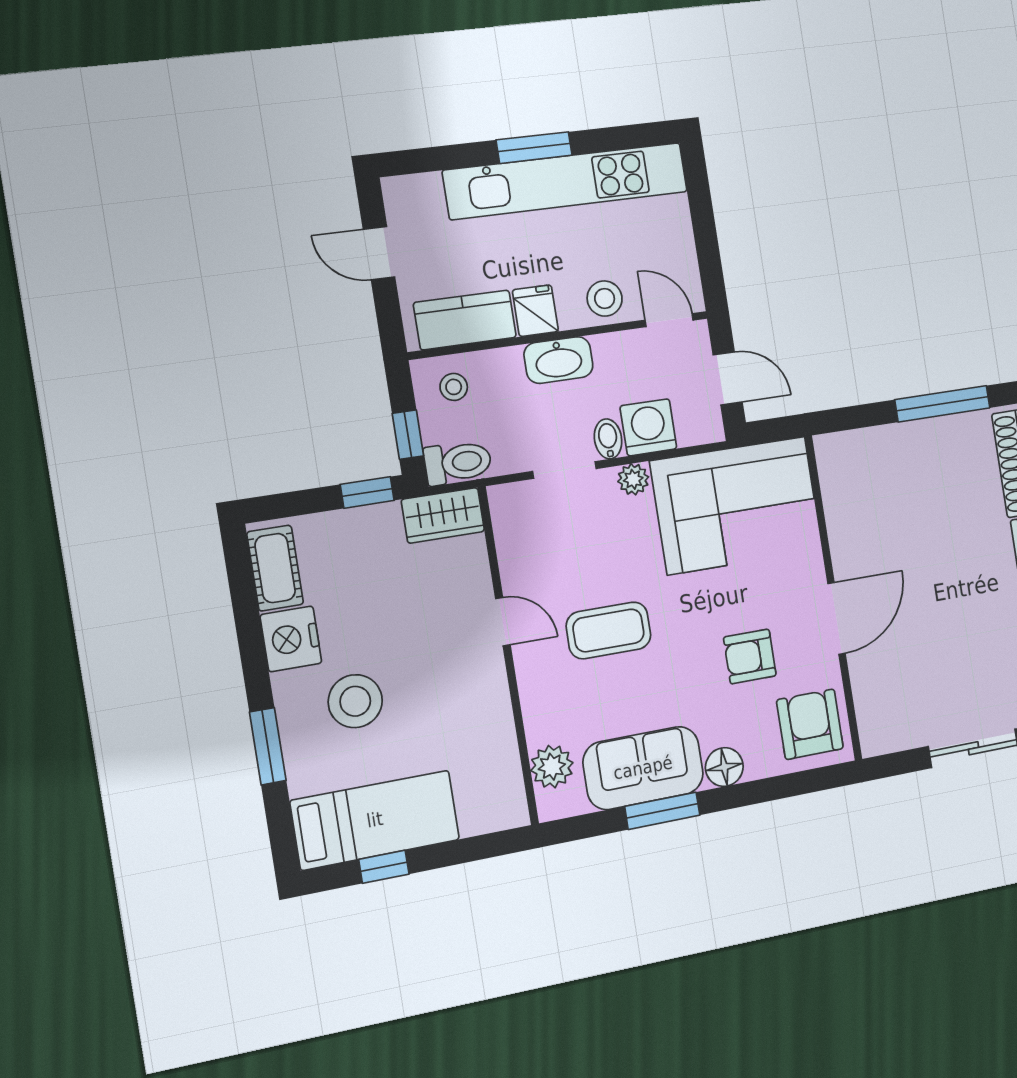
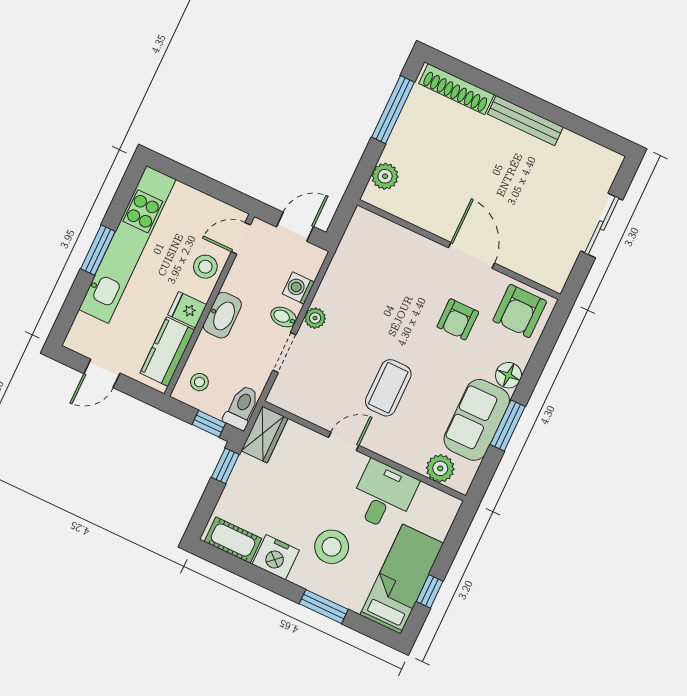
washing machine: (648, 427) -> (298, 288), width x0.73, depth x0.73
plant: (860, 448) -> (385, 176), added
corner sofa: (737, 505) -> (369, 270), removed
desk: (468, 720) -> (383, 496), added
armchair: (810, 724) -> (520, 311), turned -90

